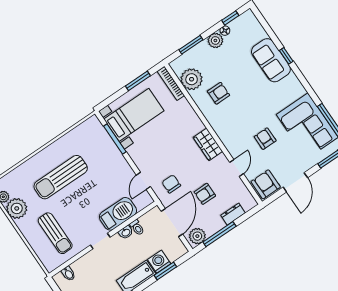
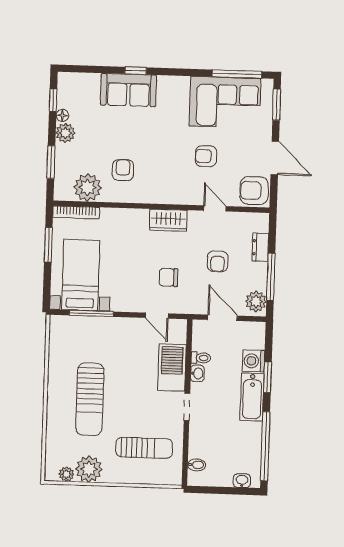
chair: (171, 184) -> (168, 277), moved
door: (172, 223) -> (222, 318), width x0.73
window: (165, 271) -> (267, 377), moved

